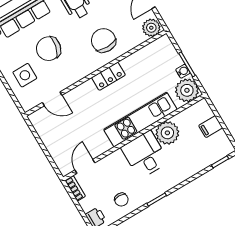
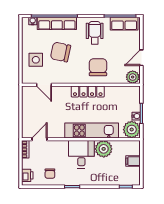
locker: (108, 76) -> (88, 92), width x1.53

